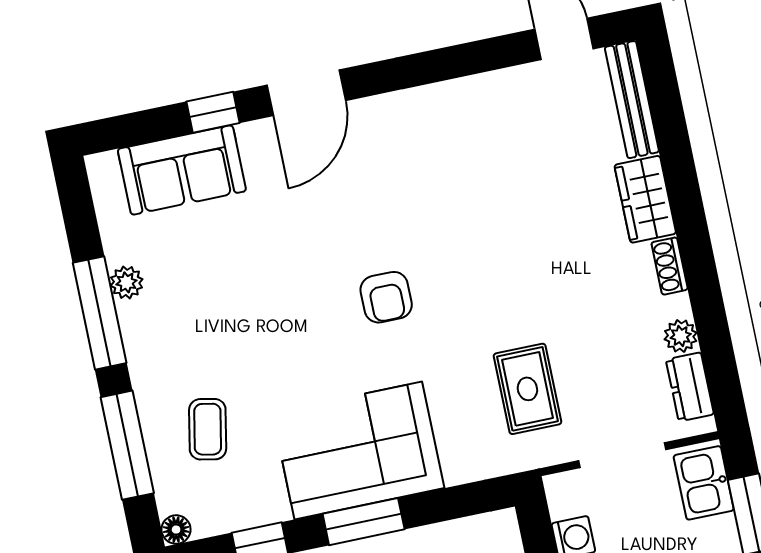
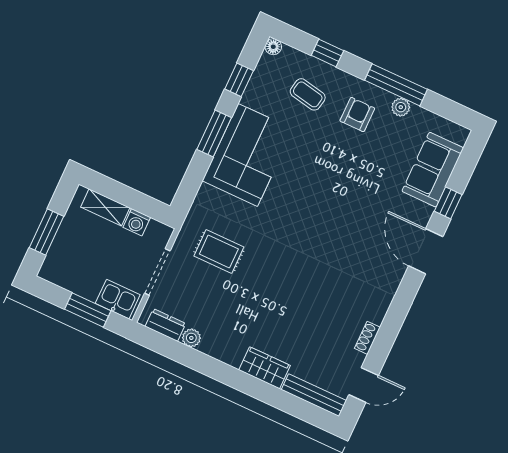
shoe rack: (670, 266) -> (367, 338), moved, turned -90
armchair: (386, 297) -> (357, 115), moved, turned 90
window: (127, 445) -> (327, 53), width x0.46

